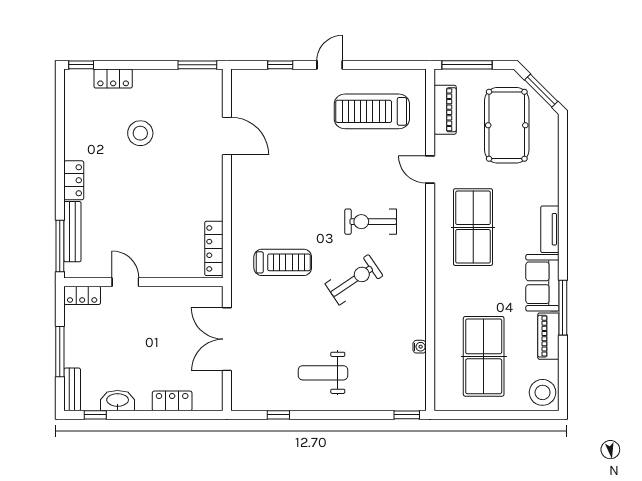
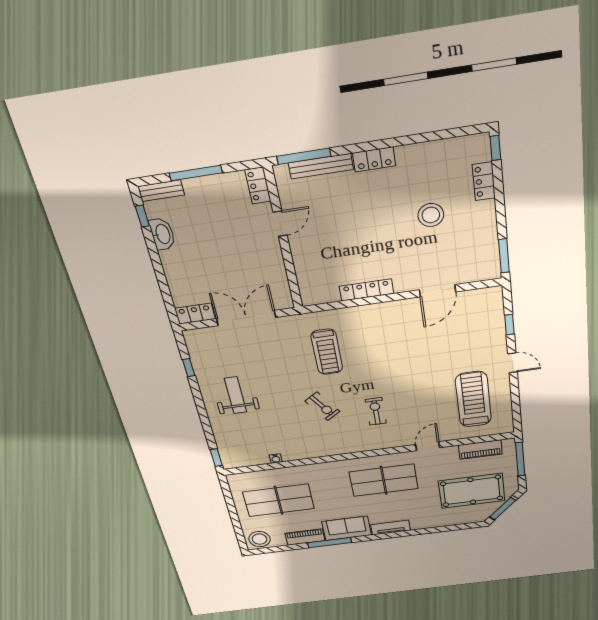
exercise bike: (371, 222) -> (376, 411), width x0.73, depth x0.72
locker: (214, 248) -> (366, 290), moved
exercise bike: (354, 280) -> (322, 406), width x0.73, depth x0.72
locker: (172, 401) -> (195, 314), moved, turned -90

